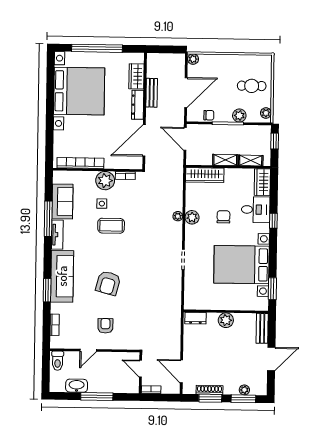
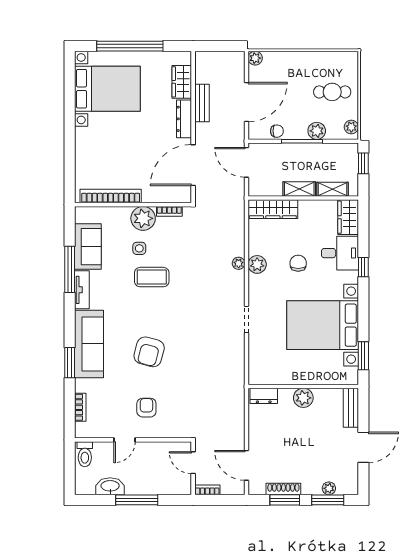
bed with nightstands: (79, 91) -> (107, 89), width x0.73

